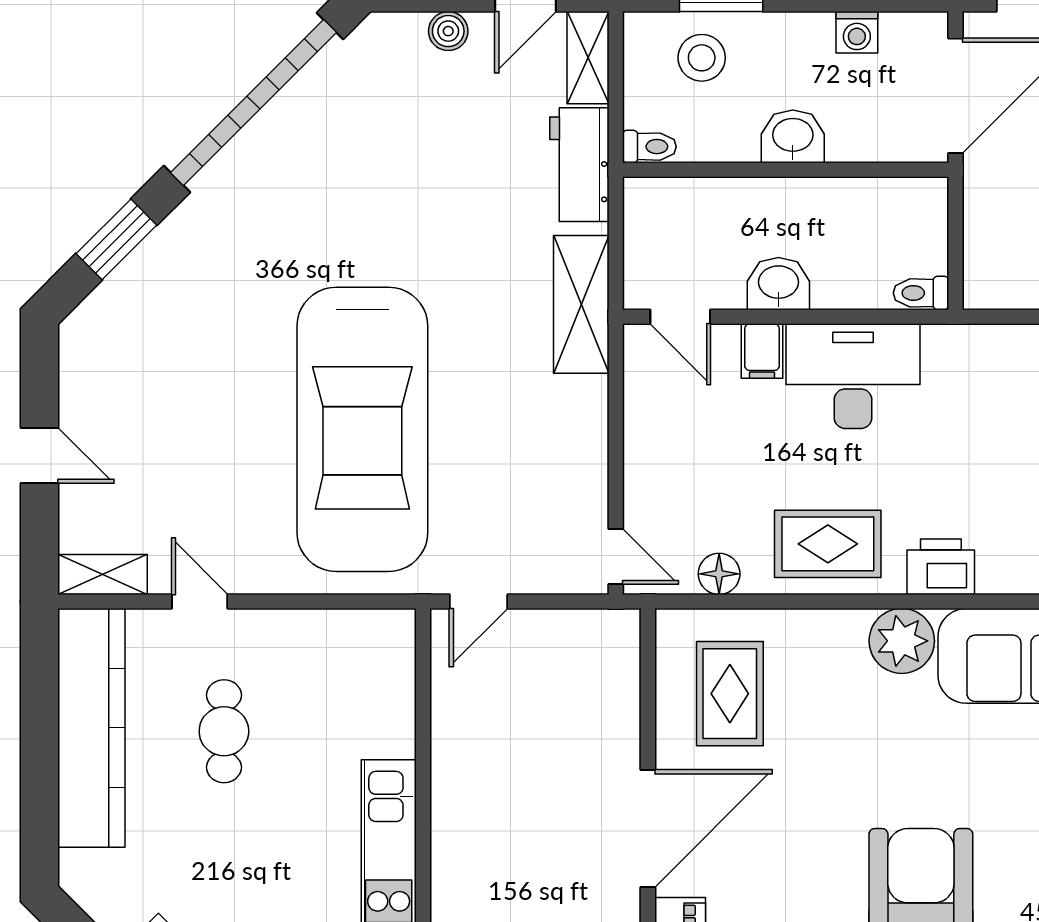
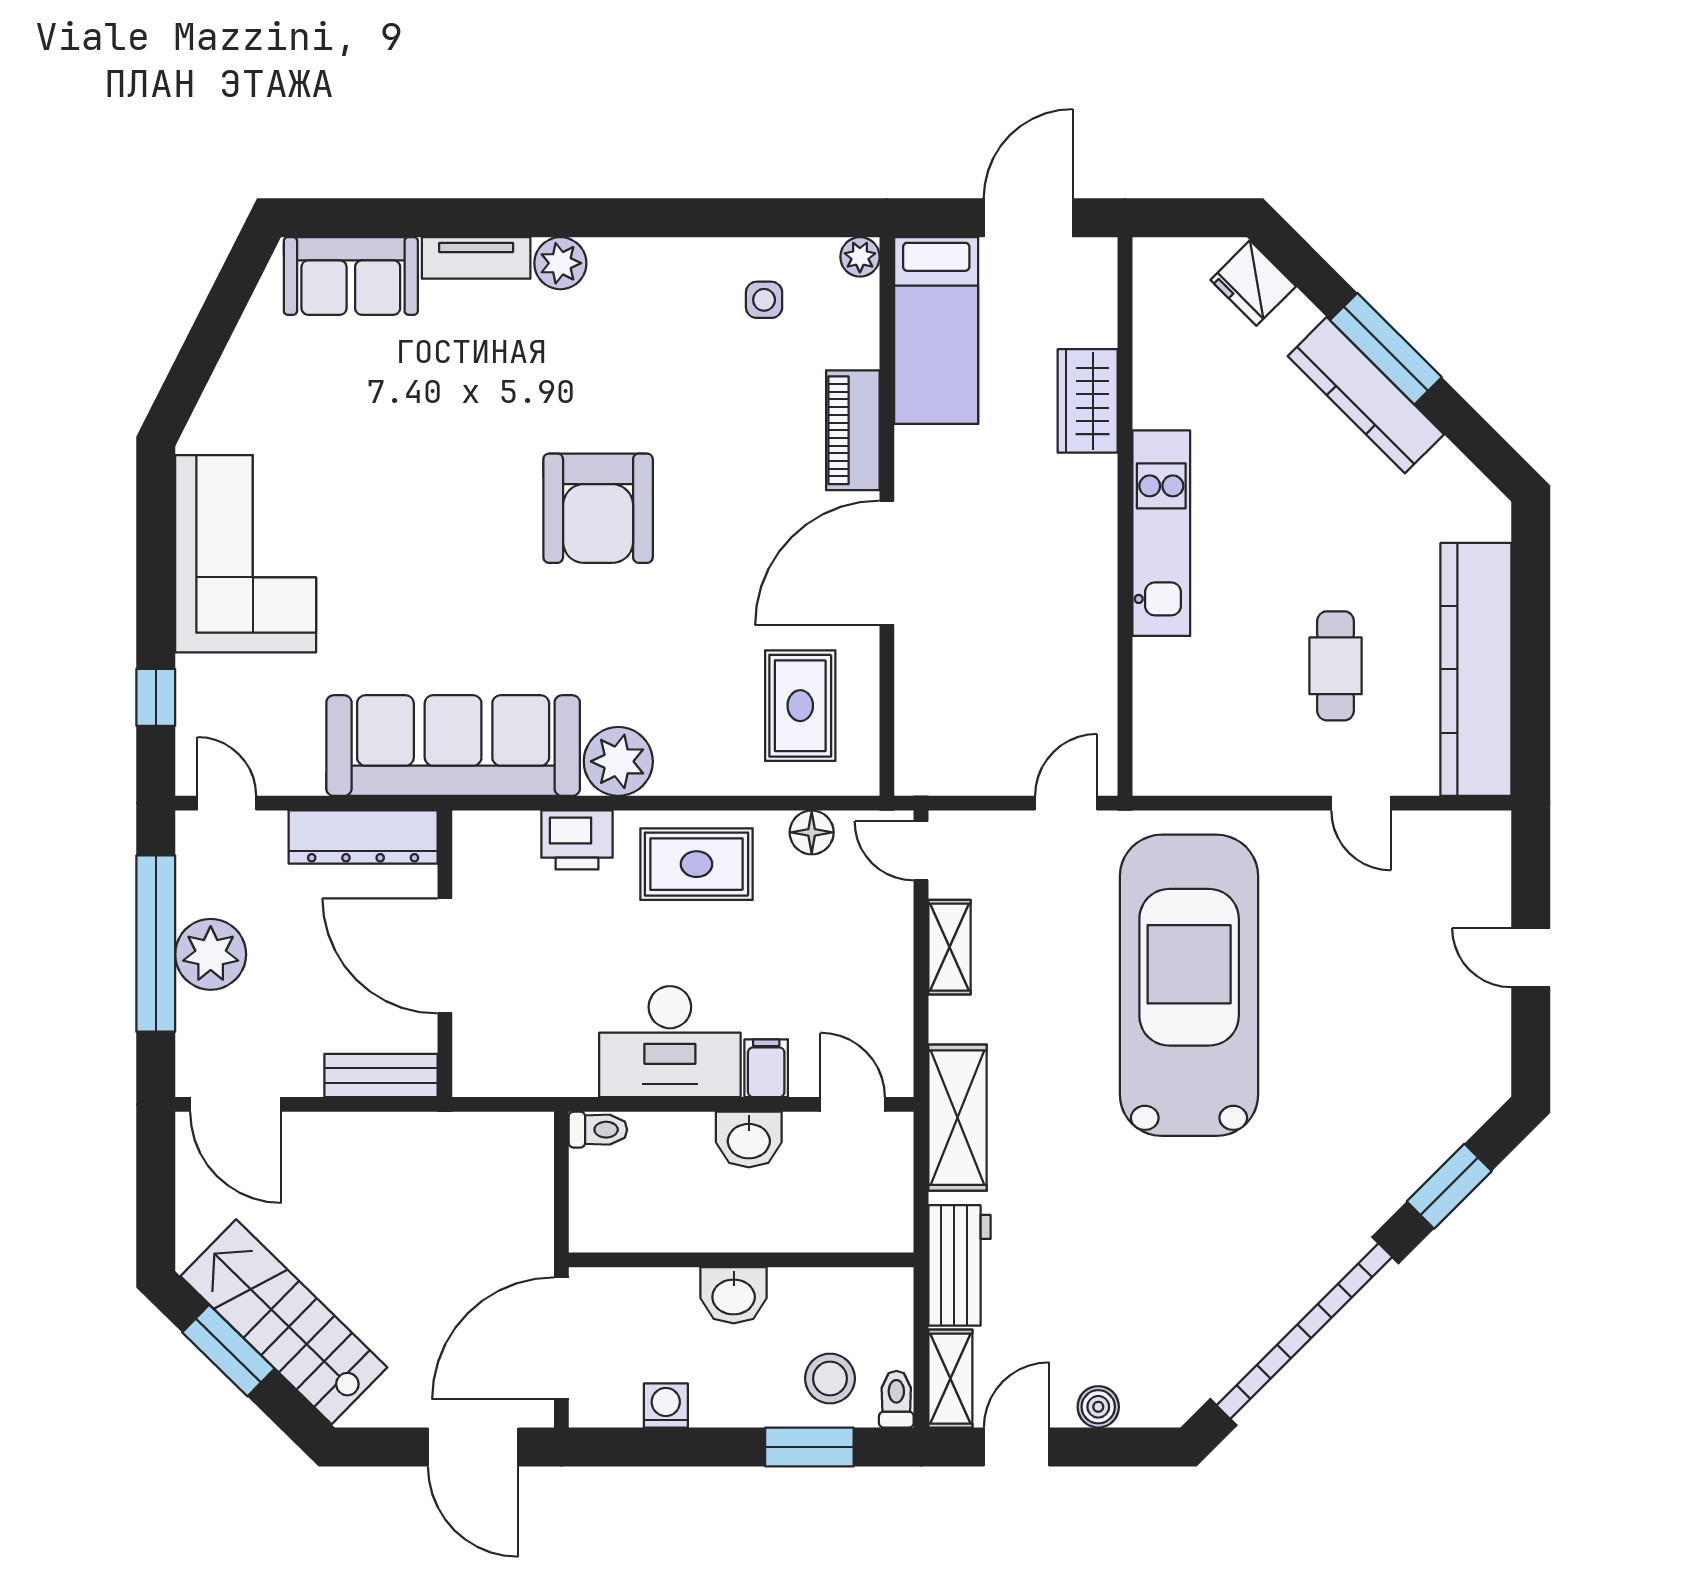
toilet: (649, 147) -> (896, 1399), moved, turned 90
shelving: (102, 574) -> (949, 947), moved, turned 90

